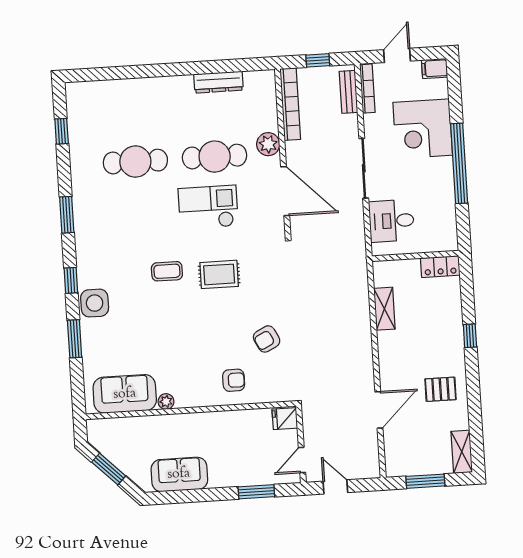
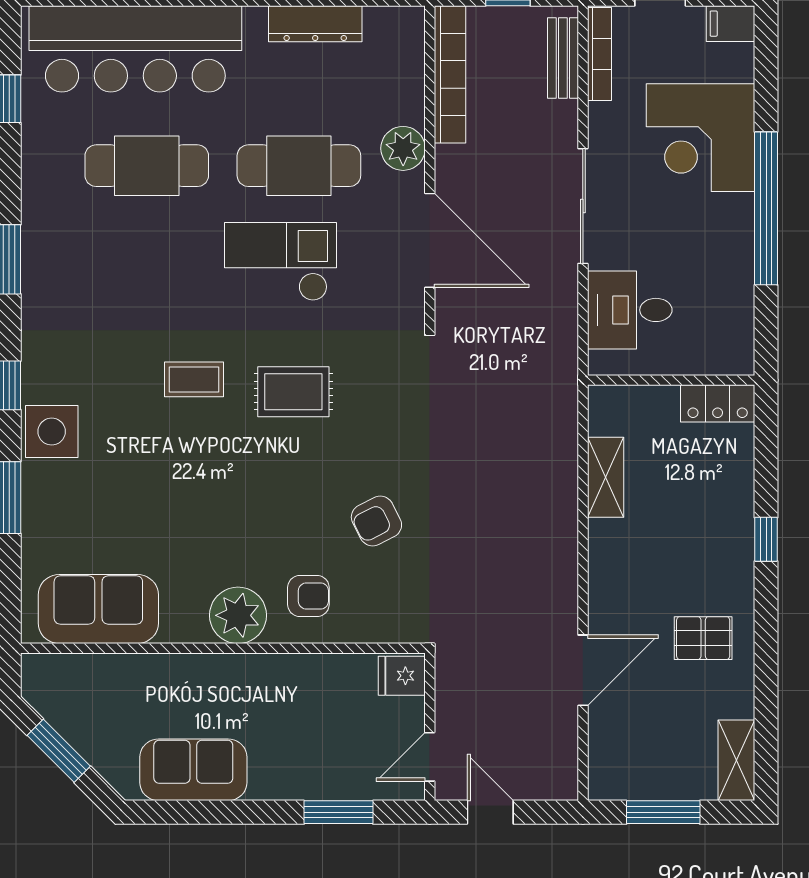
bar counter: (126, 101) -> (135, 49), added
plant: (166, 402) -> (238, 615), moved, width x1.87, depth x1.87

